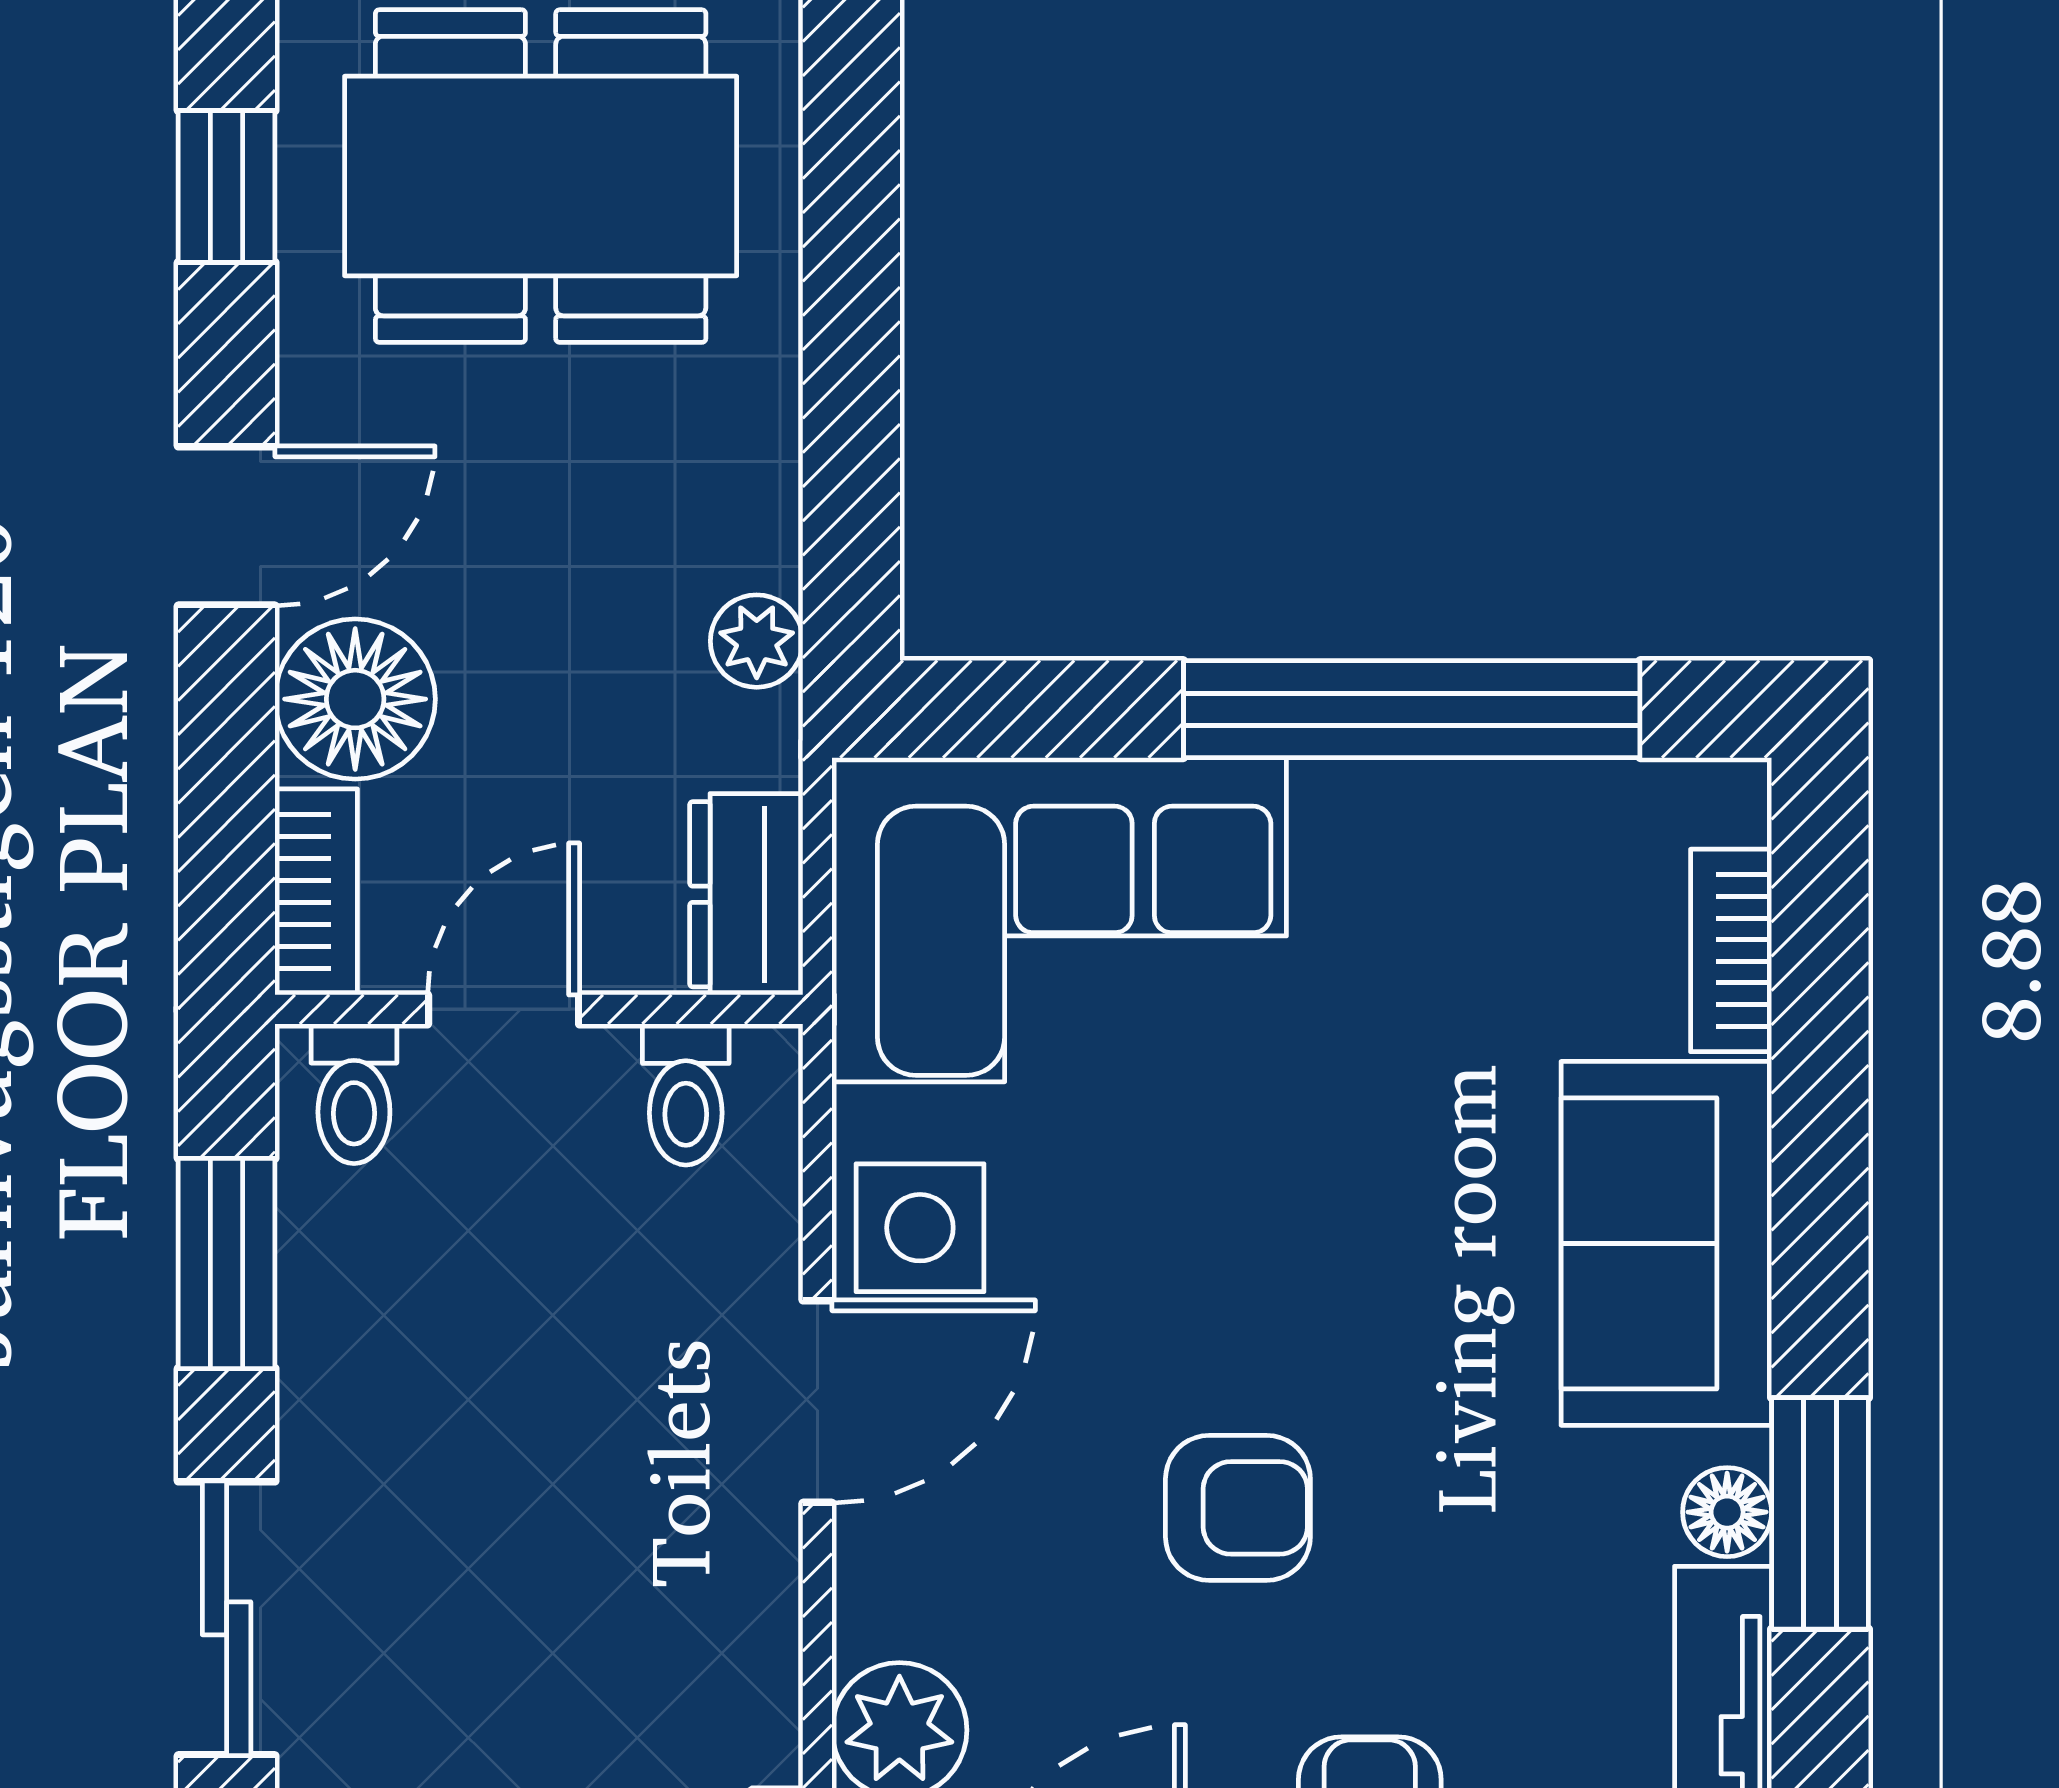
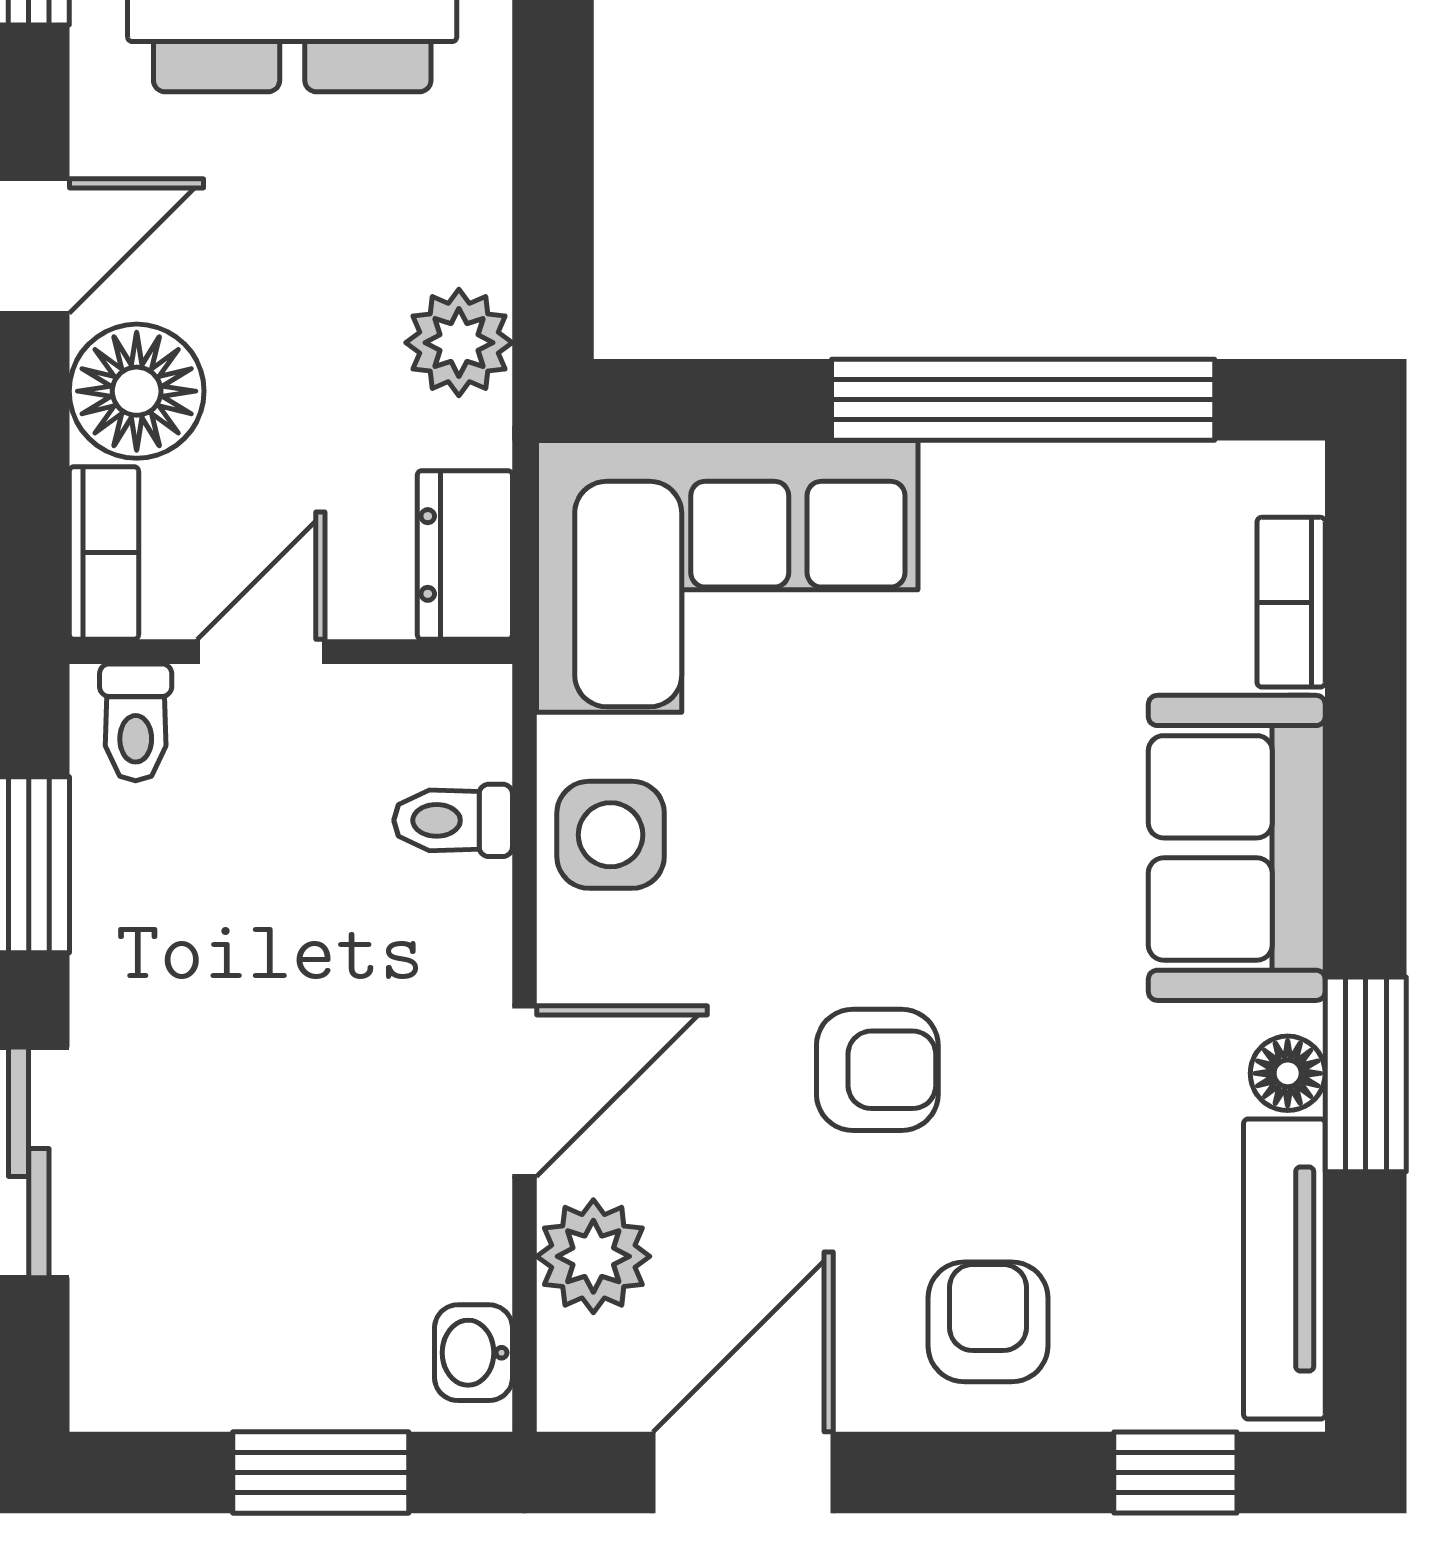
plant: (757, 641) -> (459, 343), width x1.38, depth x1.38
toilet: (686, 1095) -> (453, 820), moved, turned 90
door: (817, 1402) -> (525, 1091), moved

